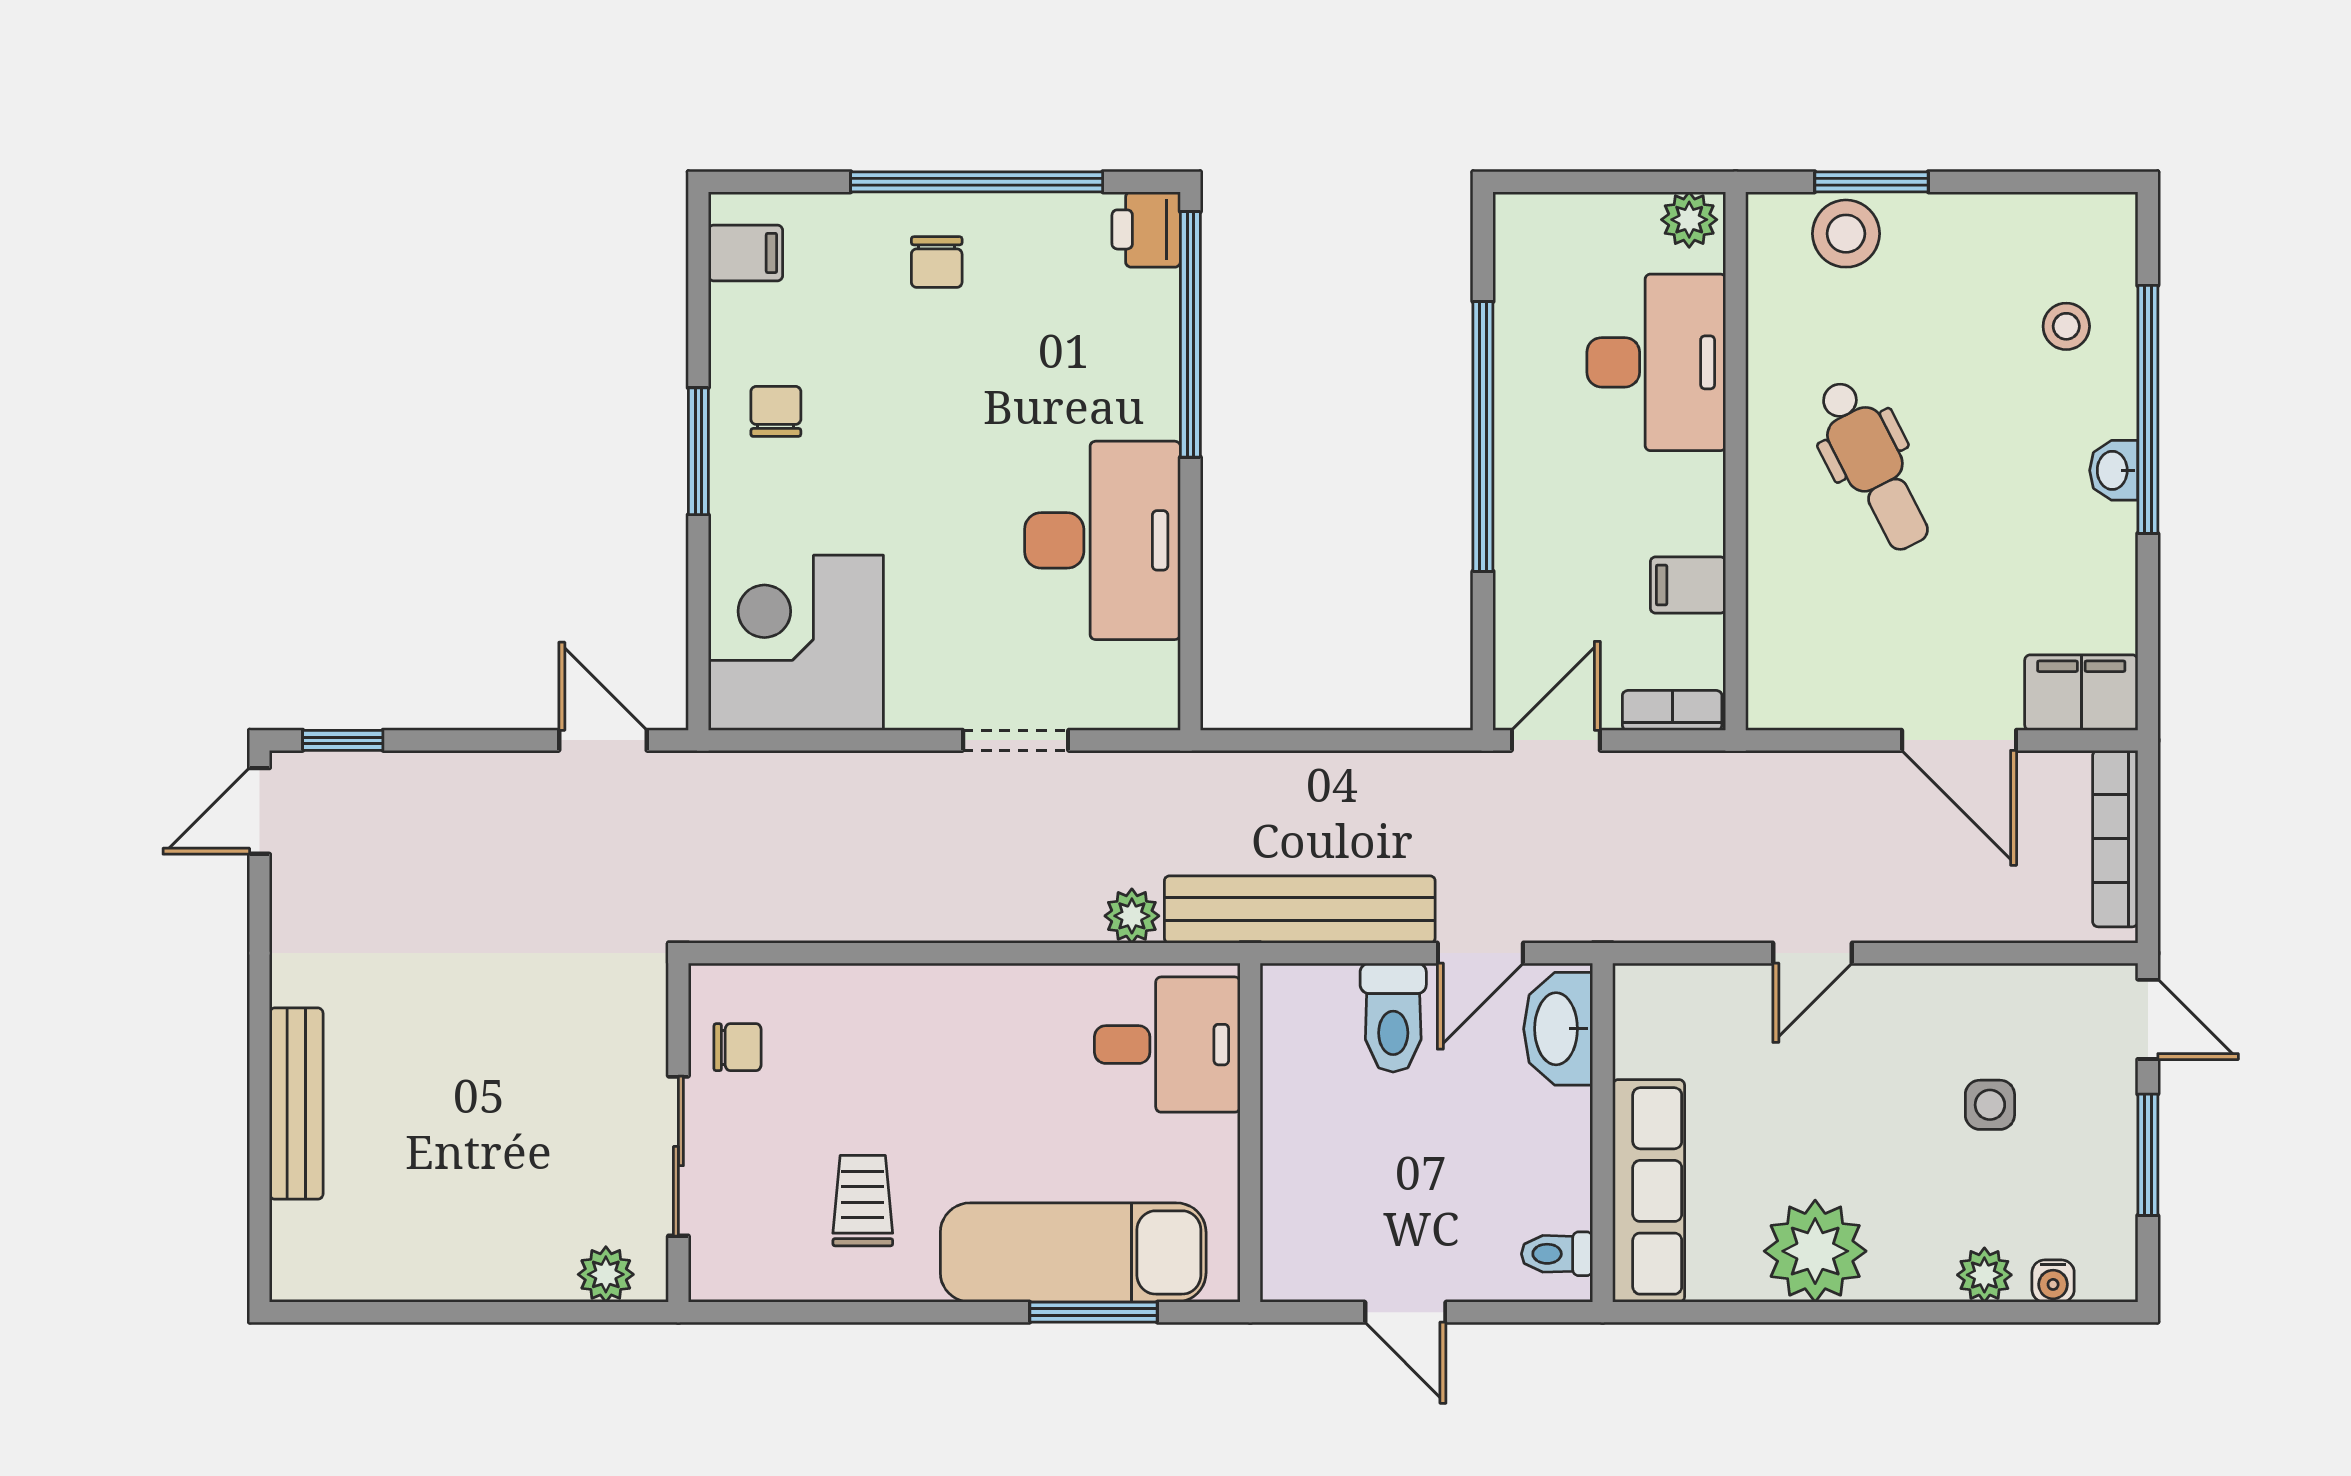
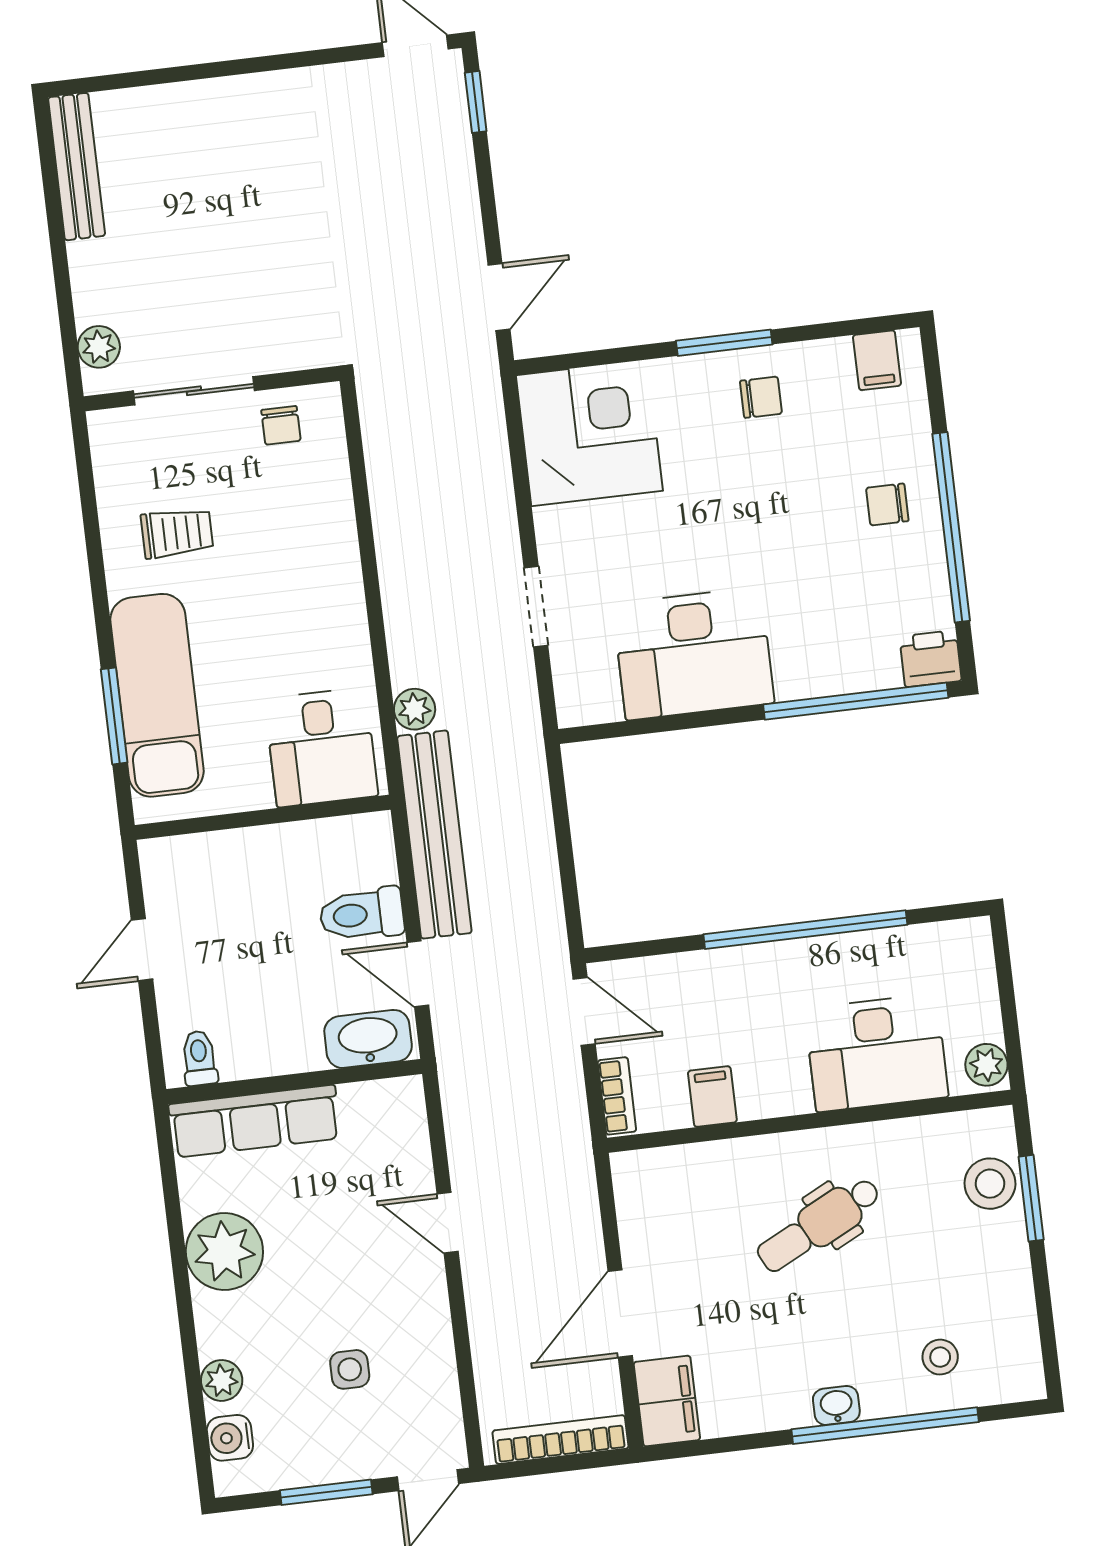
bench: (296, 1104) -> (77, 167), moved, turned 90
water cooler: (2053, 1281) -> (230, 1438), width x1.38, depth x1.38

